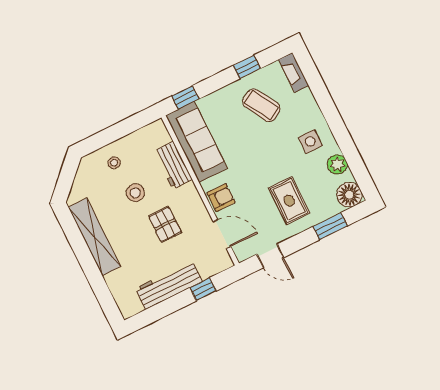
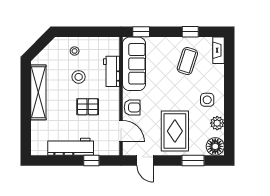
coffee table: (261, 105) -> (187, 61), turned 48
rug: (289, 201) -> (175, 131), width x1.36, depth x1.43
pallet: (165, 224) -> (88, 107), turned 90

